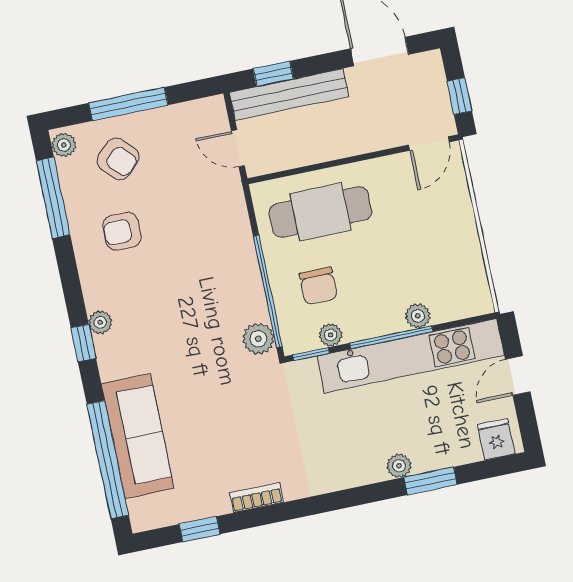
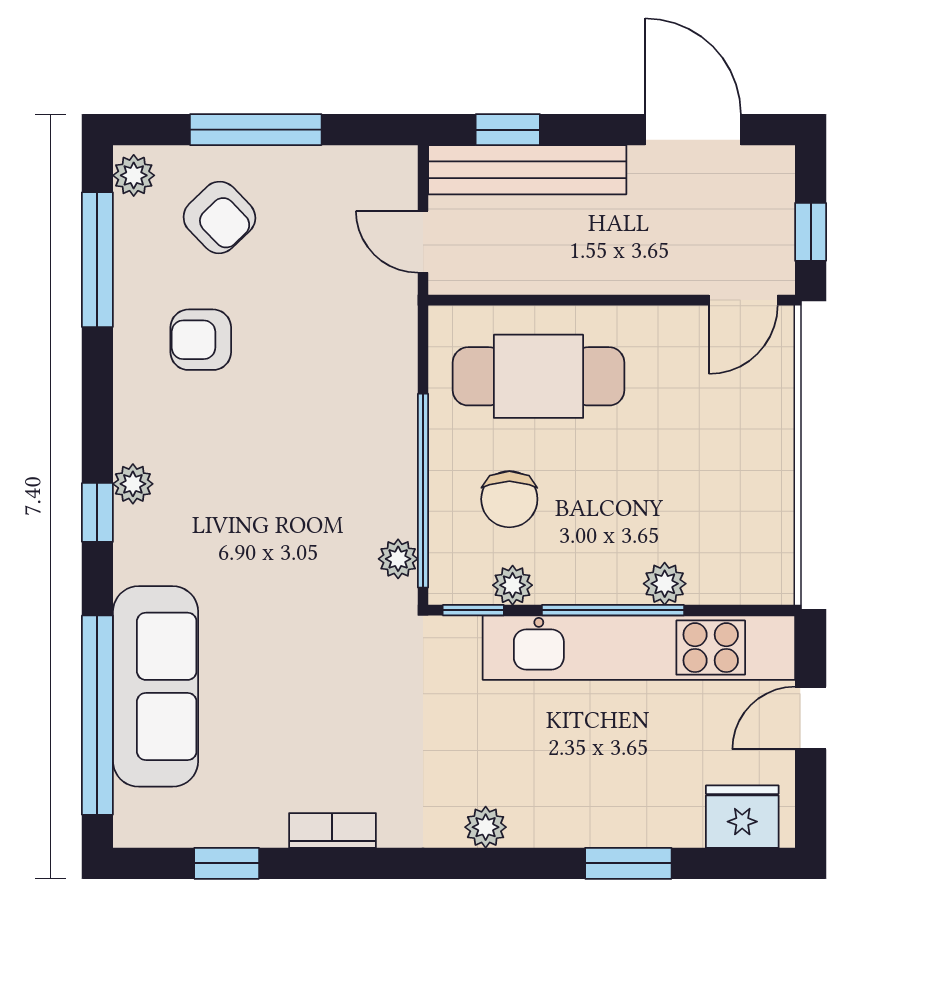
plant: (258, 339) -> (398, 559), width x0.73, depth x0.73
fridge: (496, 439) -> (742, 817), width x1.38
plant: (399, 466) -> (486, 827), moved

